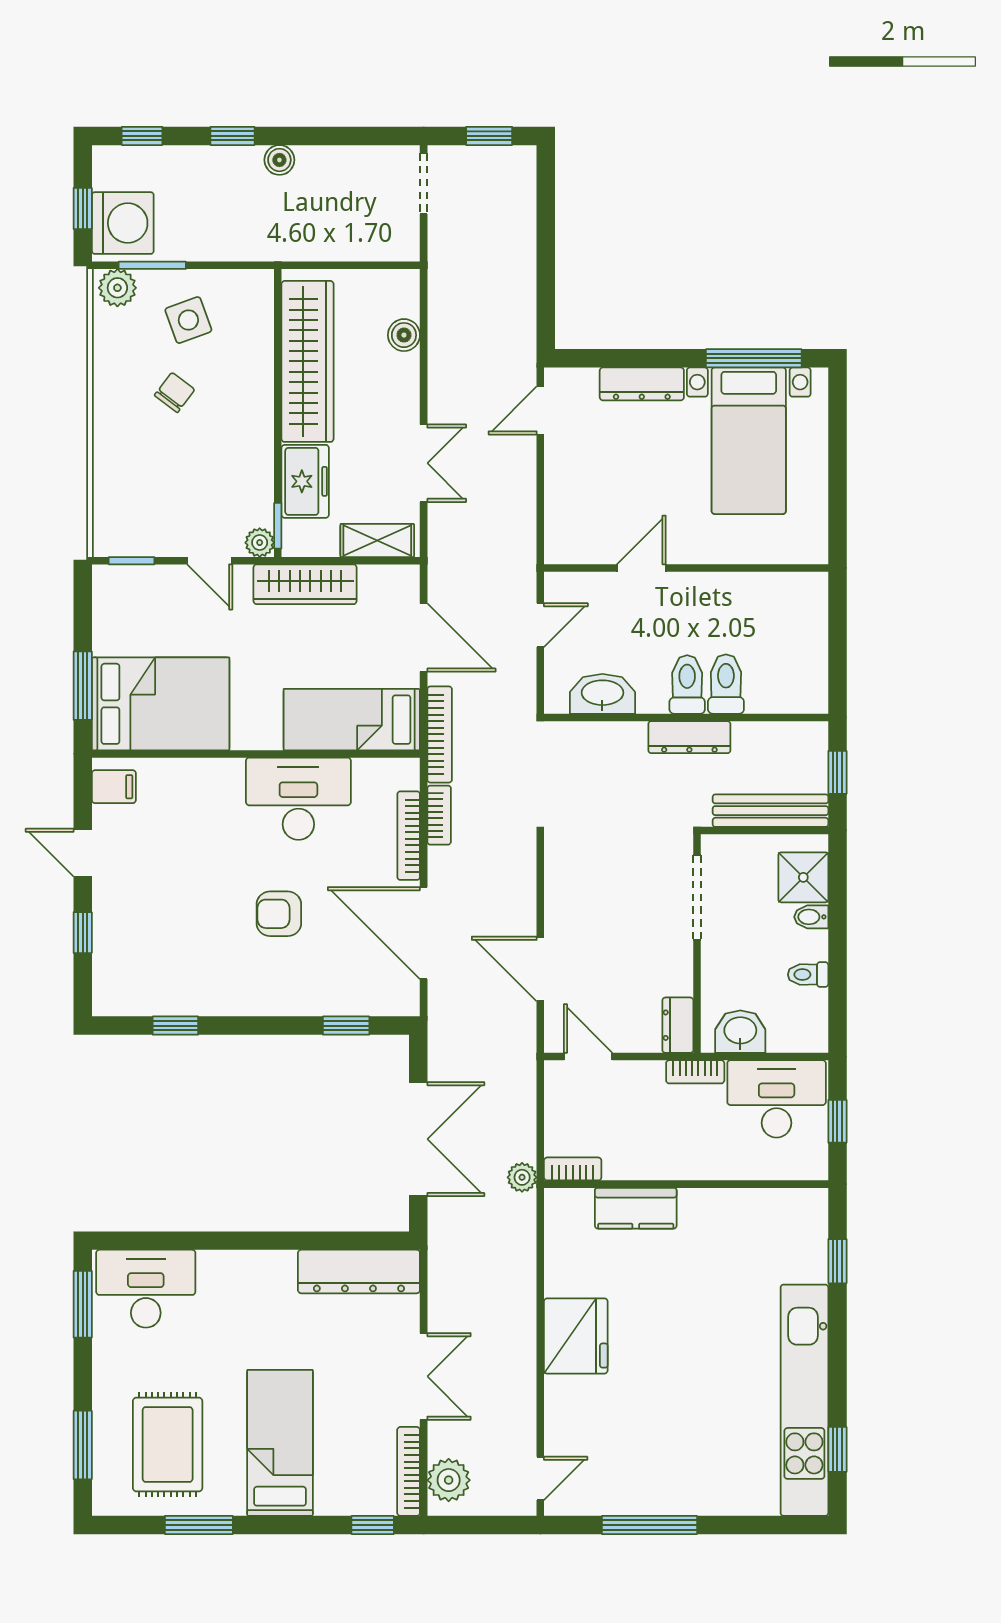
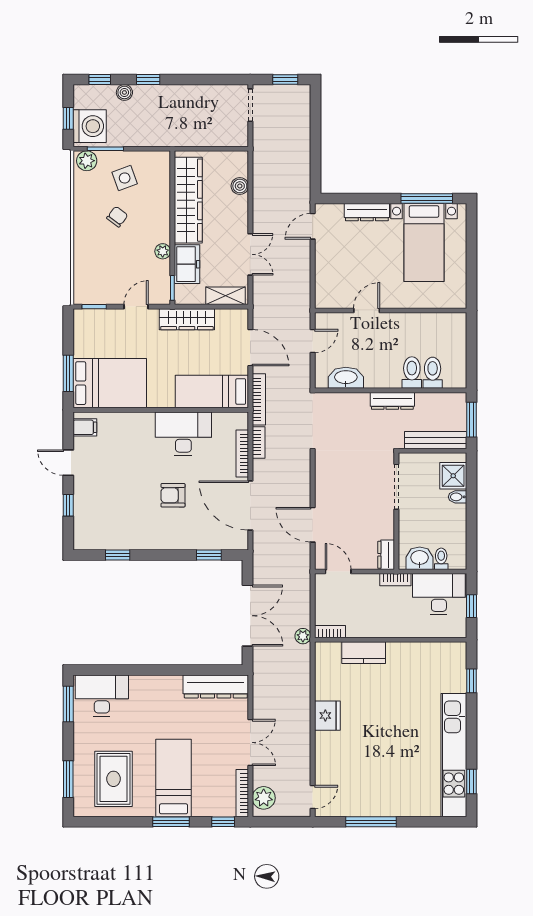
boiler: (279, 160) -> (124, 92), moved
plant: (260, 543) -> (163, 251), moved
door: (210, 561) -> (136, 307), swing flipped
toilet: (687, 684) -> (433, 373), moved
window: (837, 772) -> (471, 420), width x1.50
toilet: (808, 975) -> (441, 559), moved, turned 90
fridge: (576, 1336) -> (327, 716), width x0.73, depth x0.75
window: (199, 1525) -> (171, 822), moved

